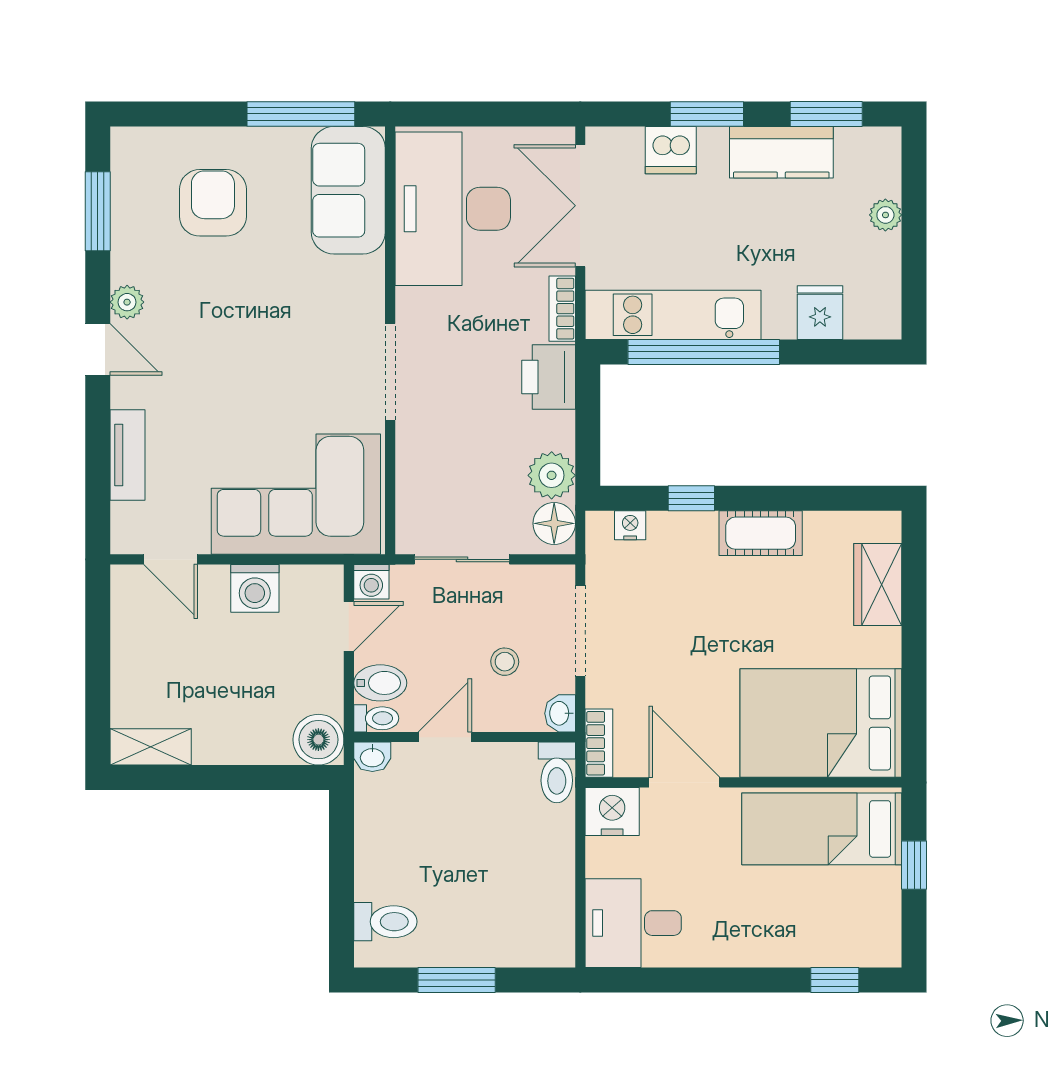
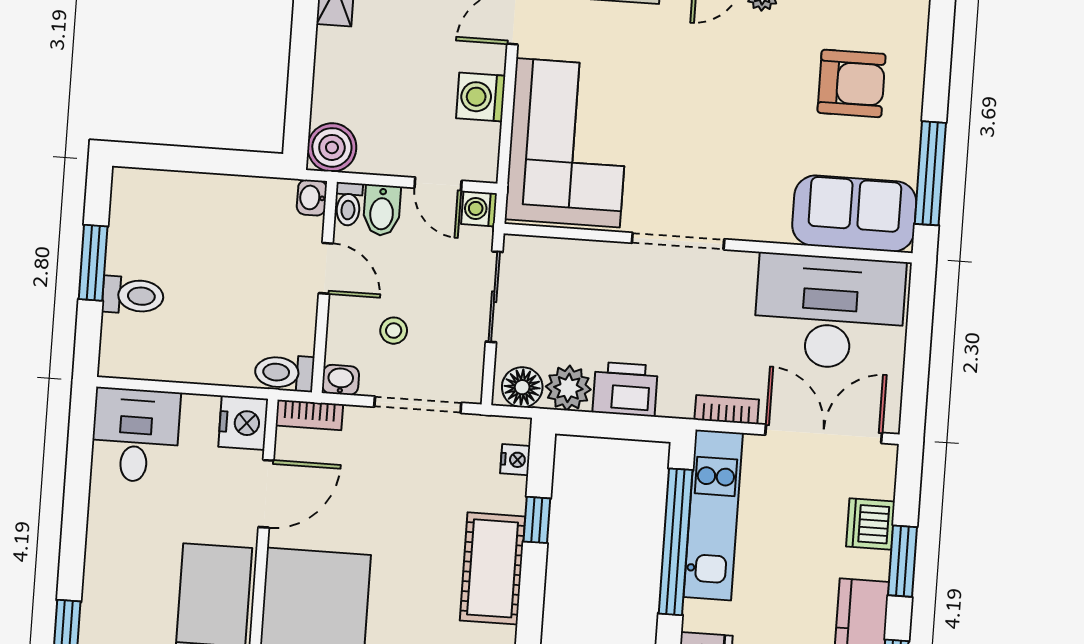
printer: (549, 377) -> (625, 389), moved
cot: (761, 533) -> (493, 568), width x1.37, depth x1.34
toilet: (385, 922) -> (133, 296), moved, turned -90

